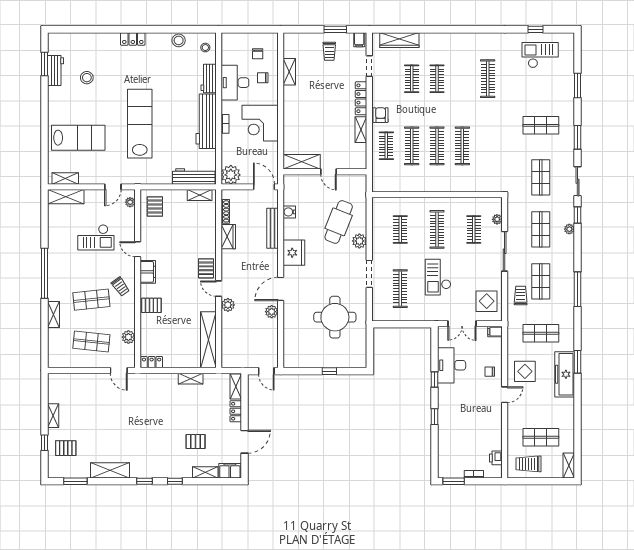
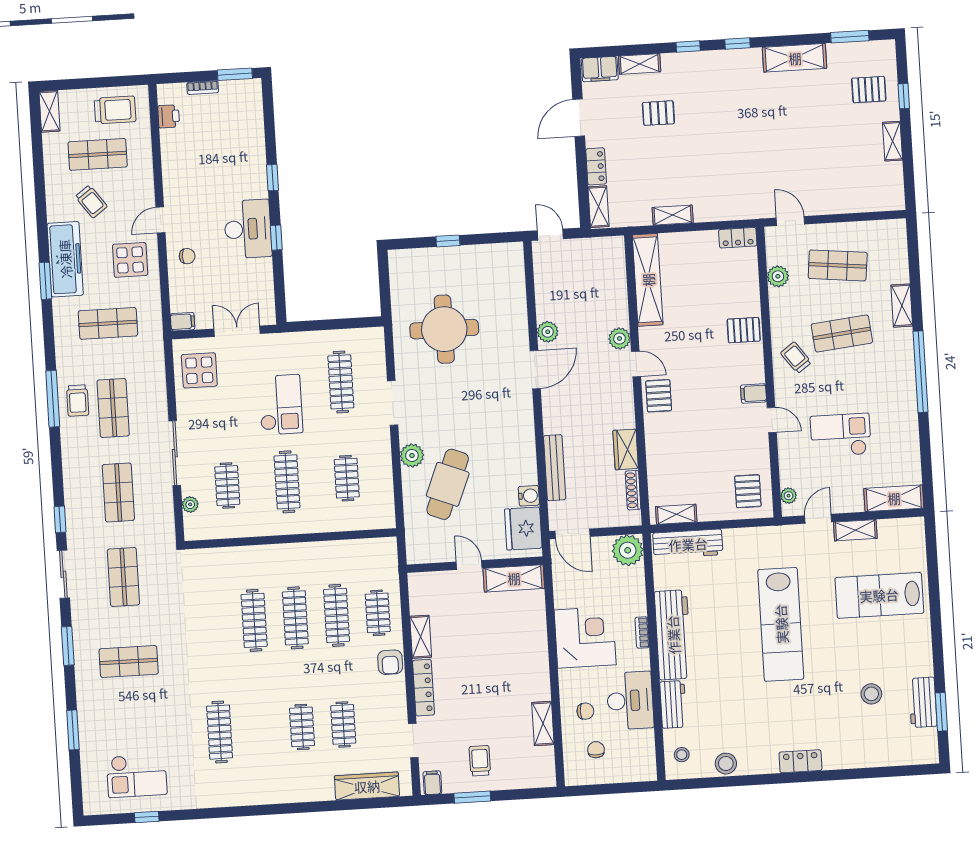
shelving: (65, 179) -> (855, 530), moved
plant: (569, 229) -> (72, 496), removed
fridge: (294, 253) -> (523, 529), moved
filing cabinet: (148, 272) -> (753, 393), width x0.50
trolley: (521, 296) -> (78, 400), moved
desk: (452, 365) -> (248, 229), moved
trolley: (546, 409) -> (91, 202), added

